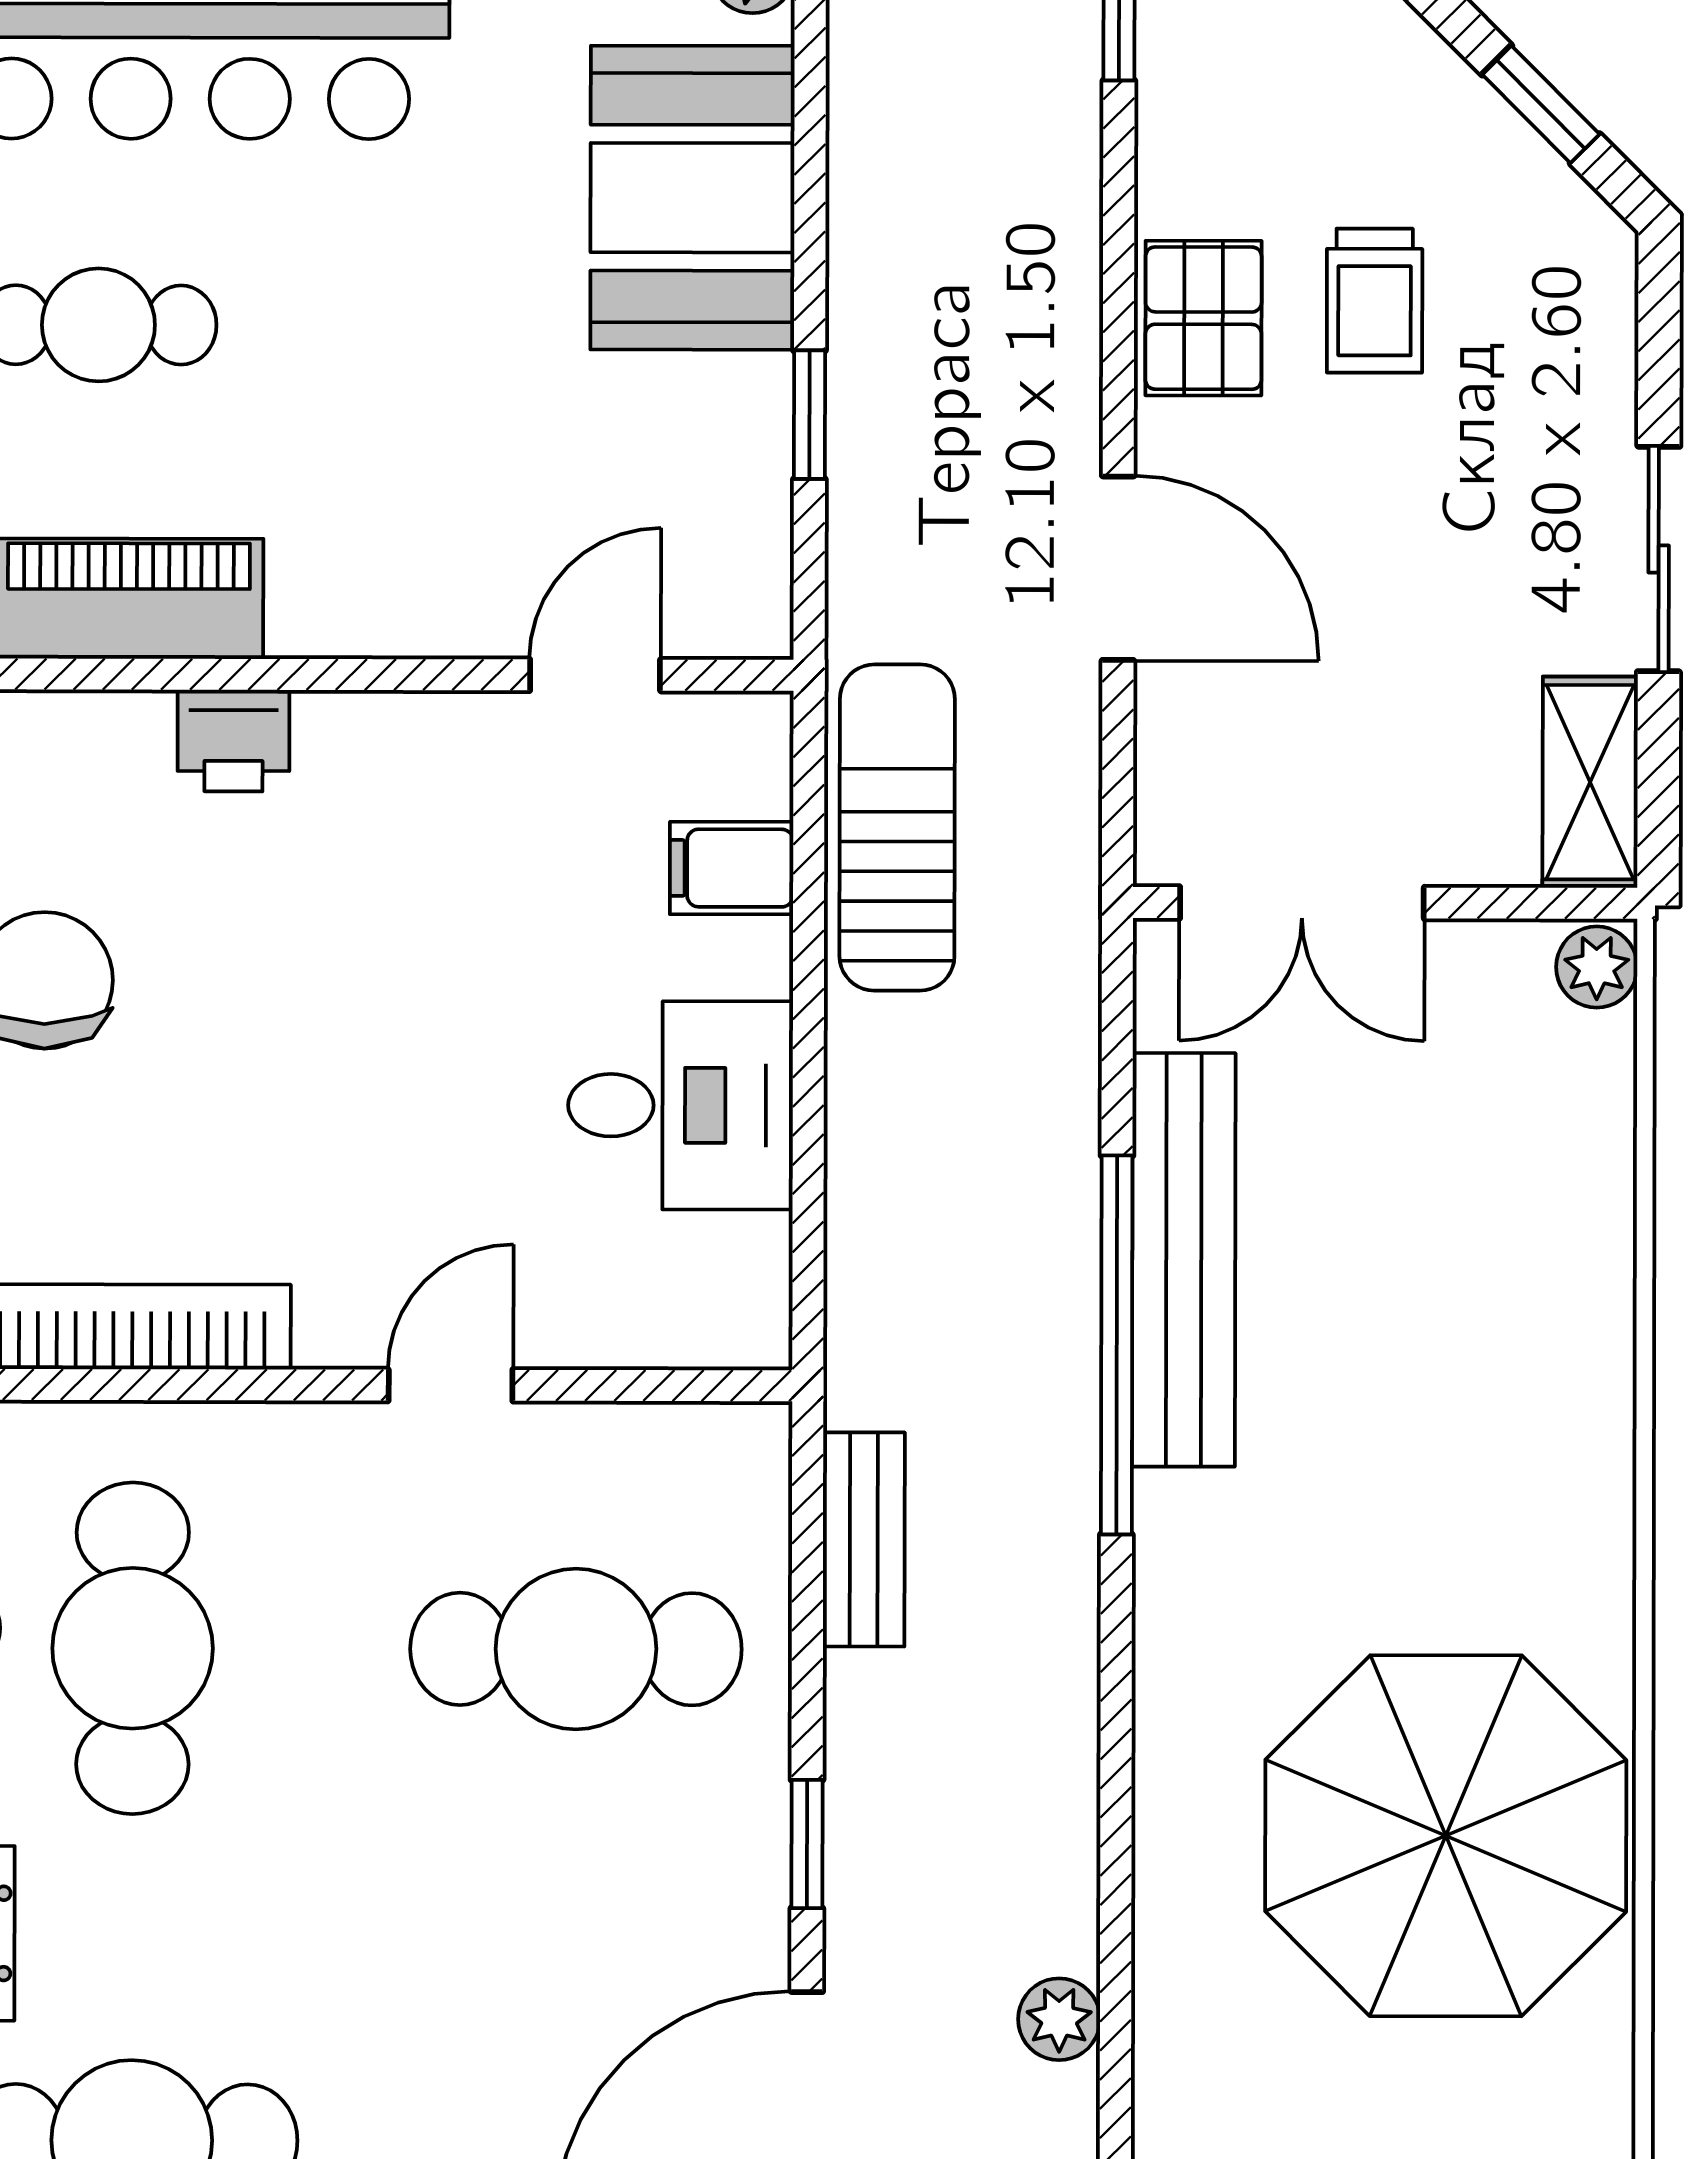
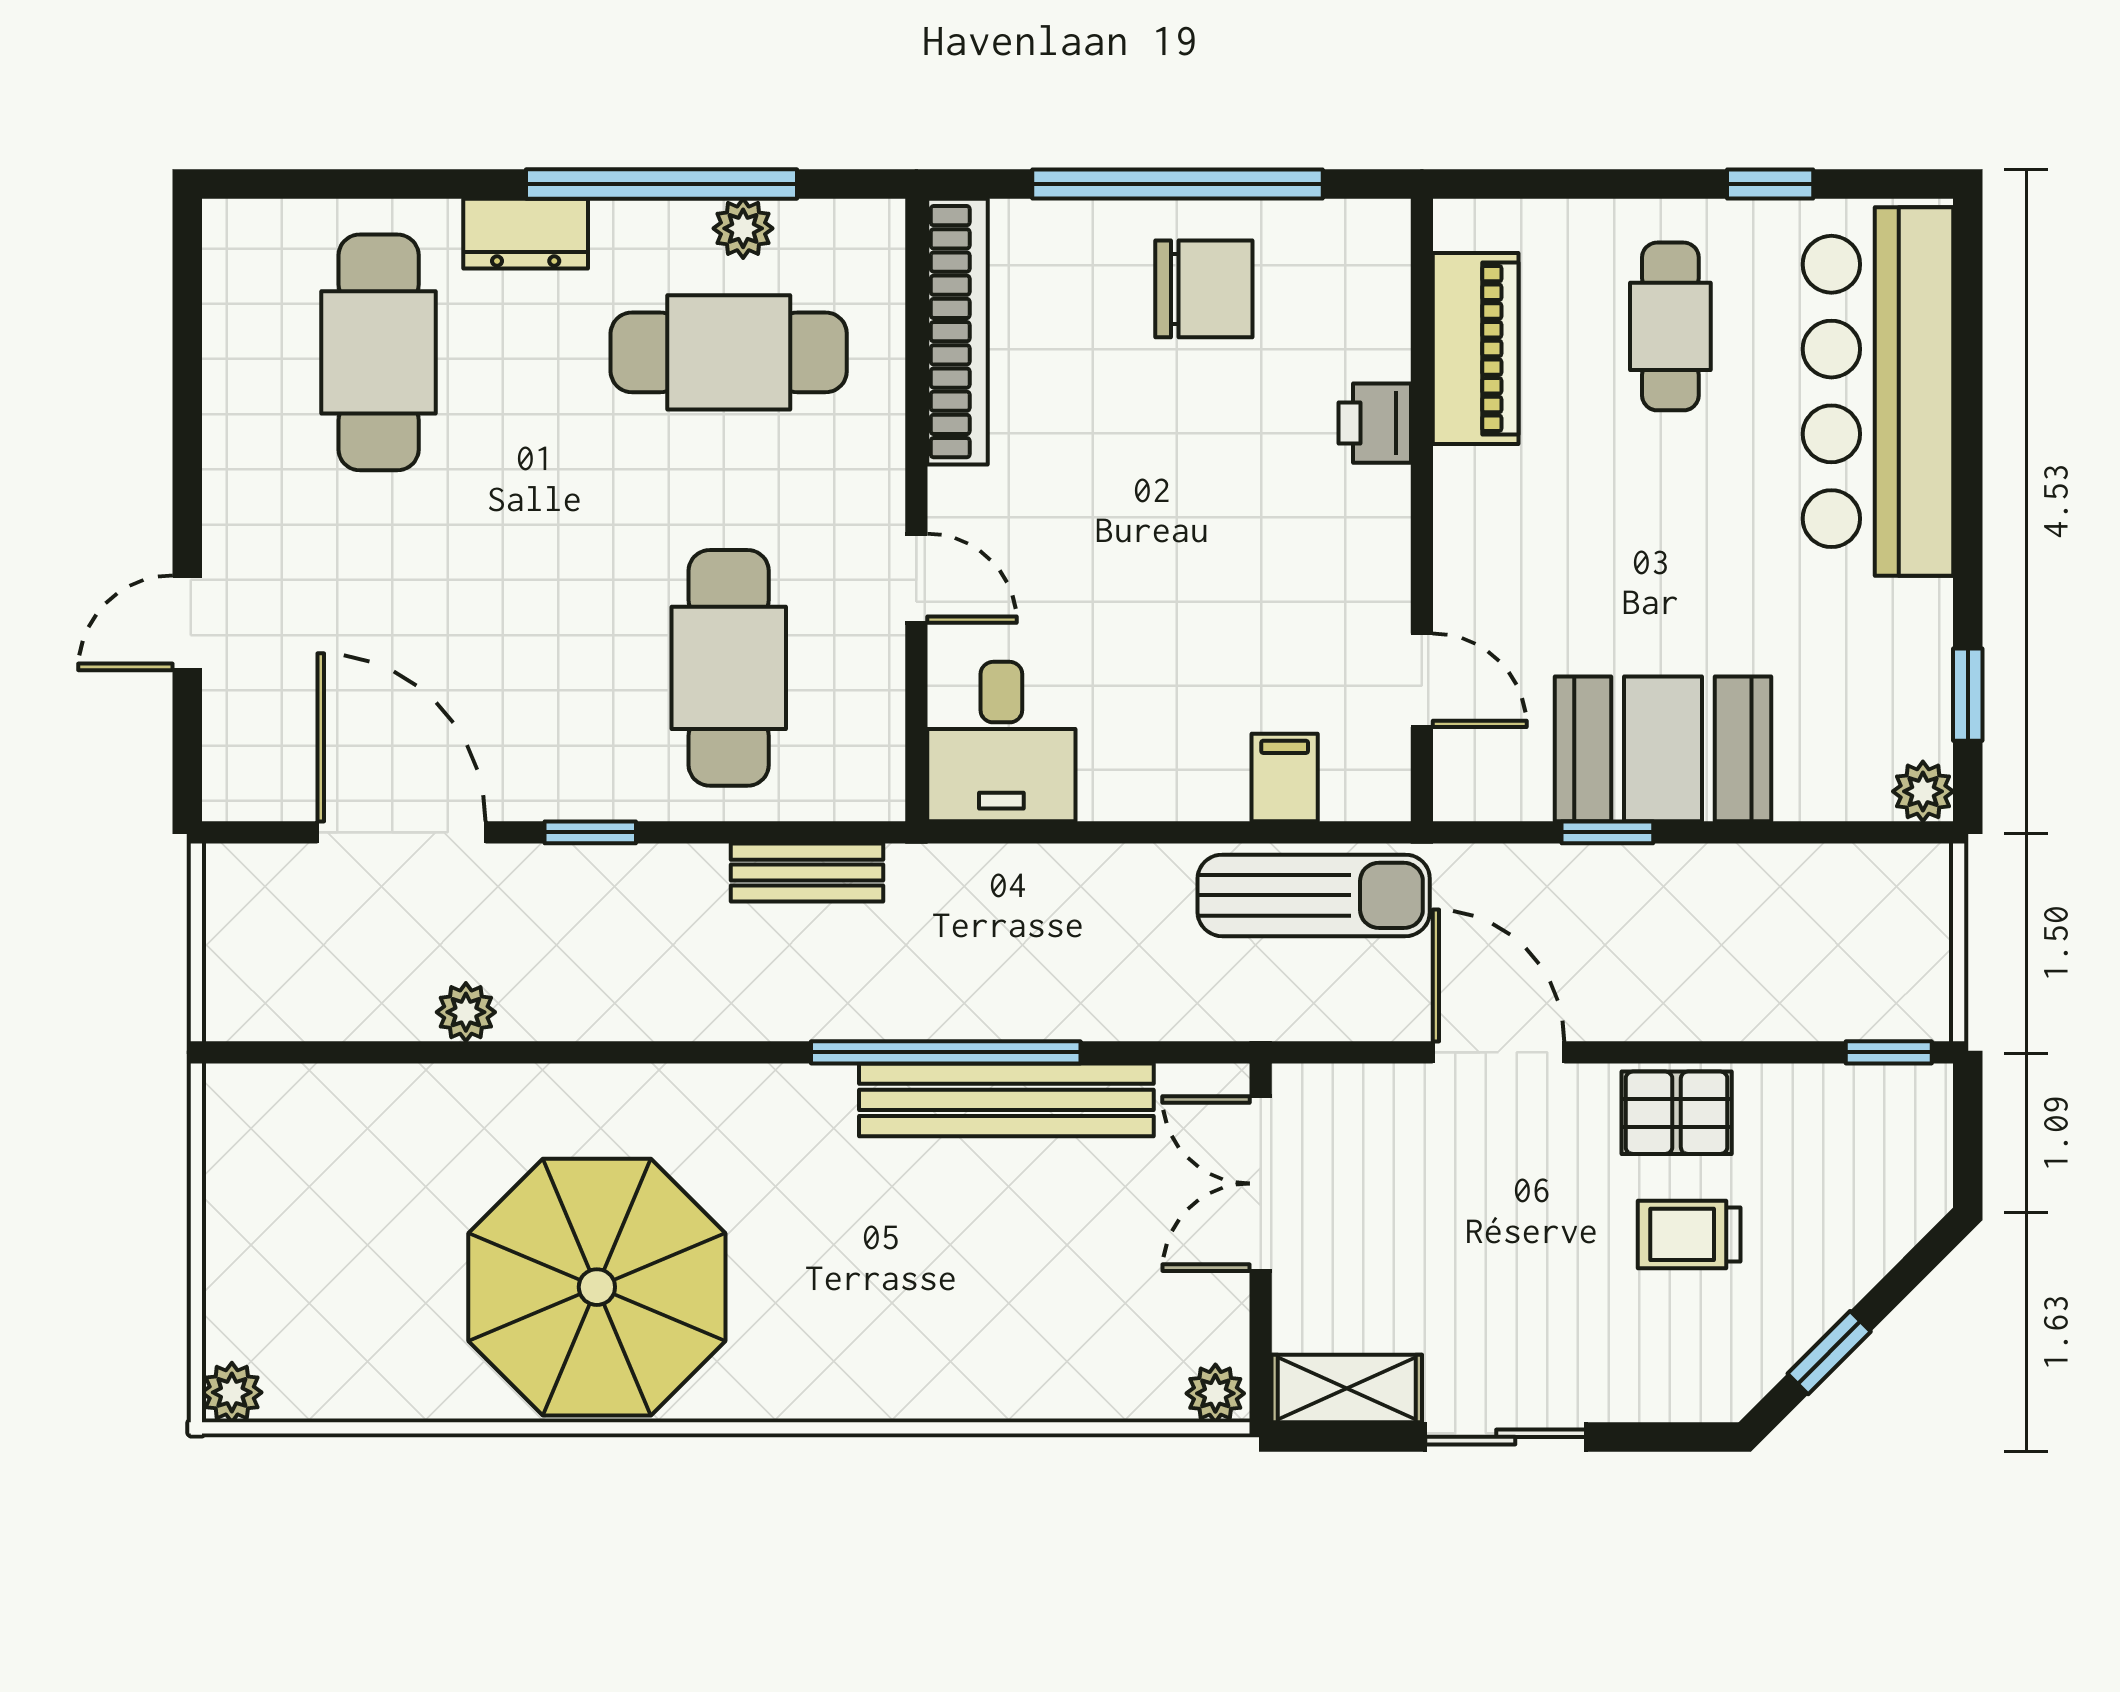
booth: (692, 198) -> (1663, 749), moved
door: (1118, 568) -> (1498, 1052), swing flipped
desk: (681, 1105) -> (1001, 742), moved

